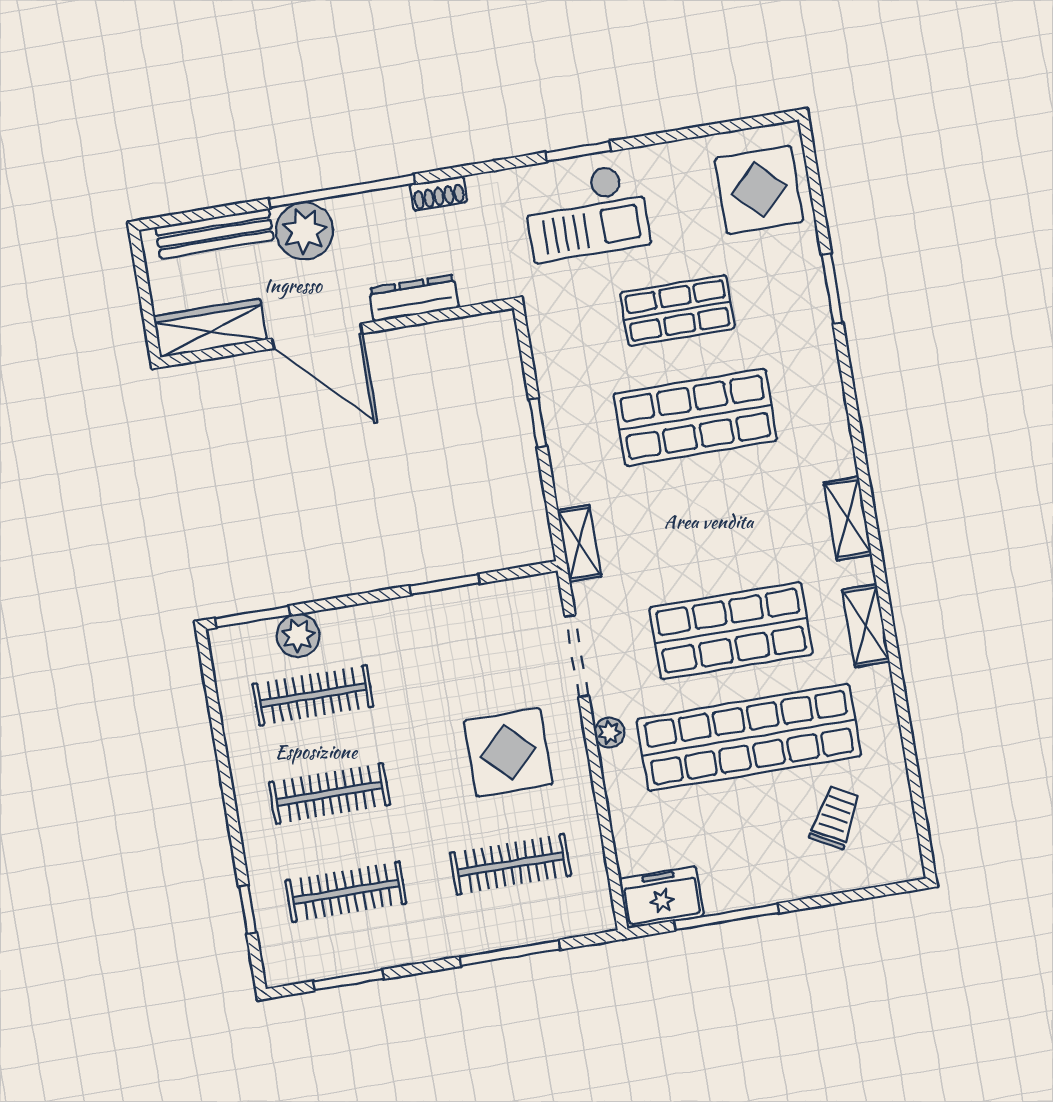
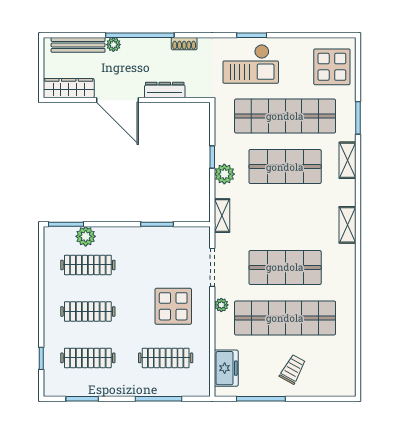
plant: (305, 231) -> (113, 45), width x0.53, depth x0.53
shop shelf: (677, 311) -> (285, 116), width x2.00, depth x1.36
plant: (570, 455) -> (224, 174), added
shelving: (866, 626) -> (348, 160), moved
trolley: (835, 817) -> (293, 369), moved
freezer: (661, 897) -> (226, 368), moved, turned 90

